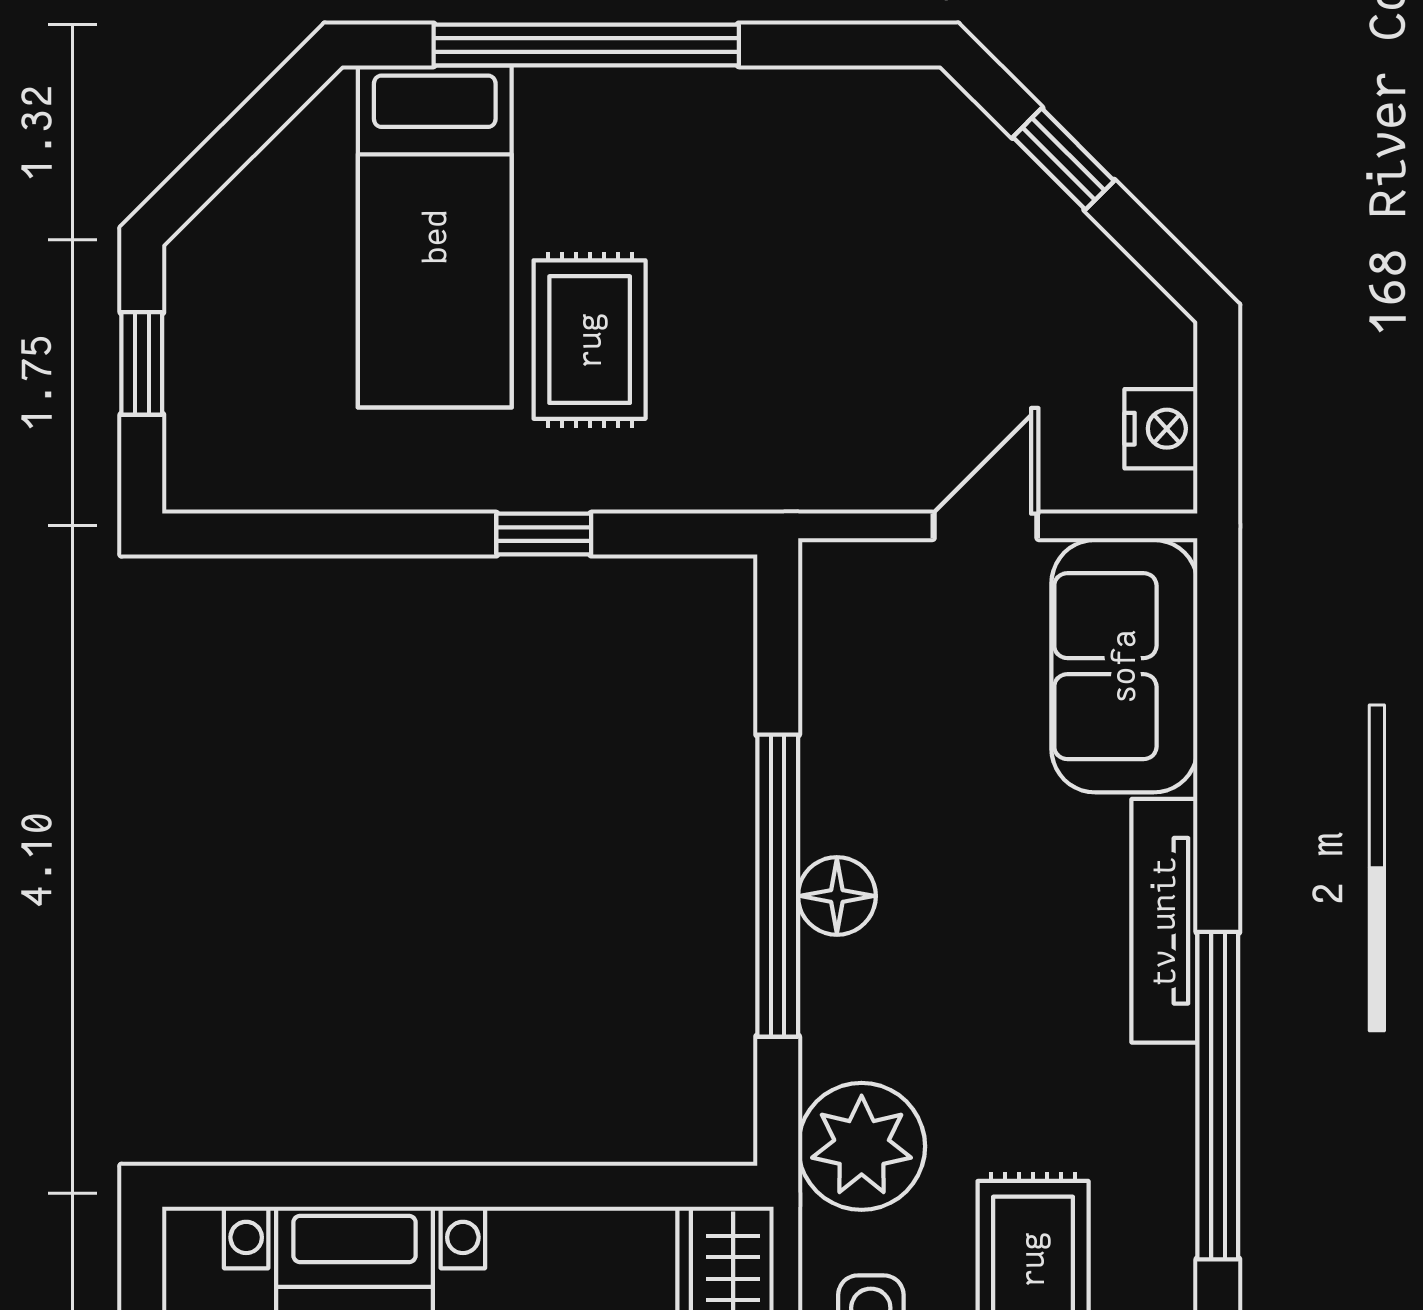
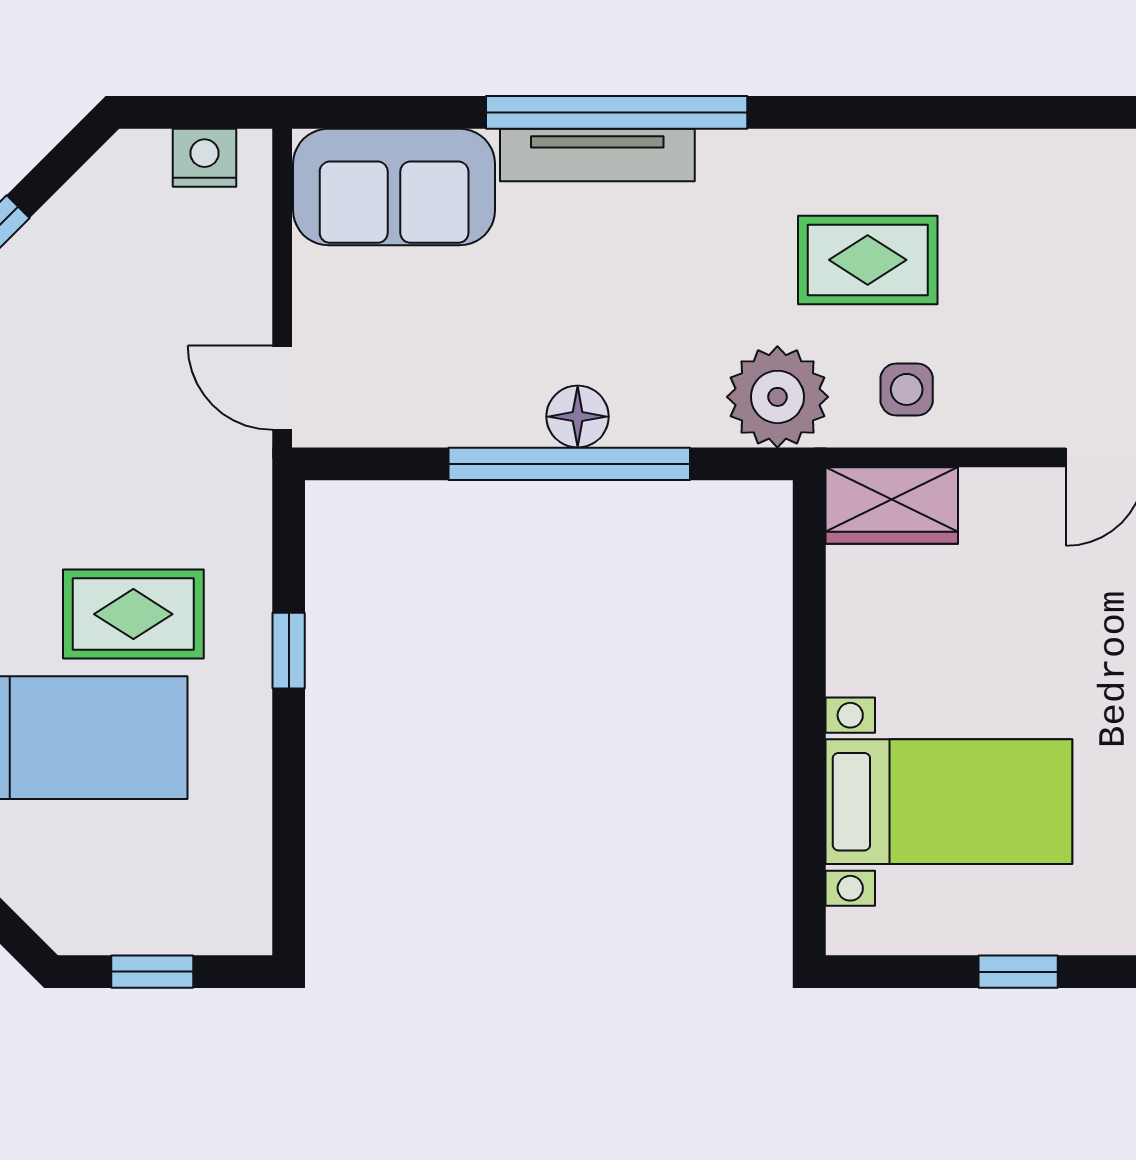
door: (986, 526) -> (282, 388), moved
window: (1218, 1096) -> (617, 112), moved

